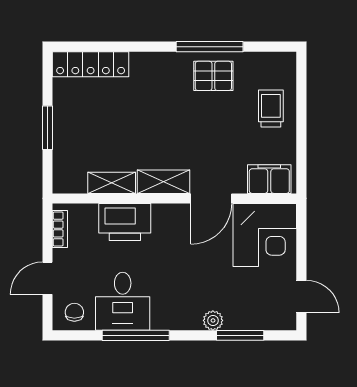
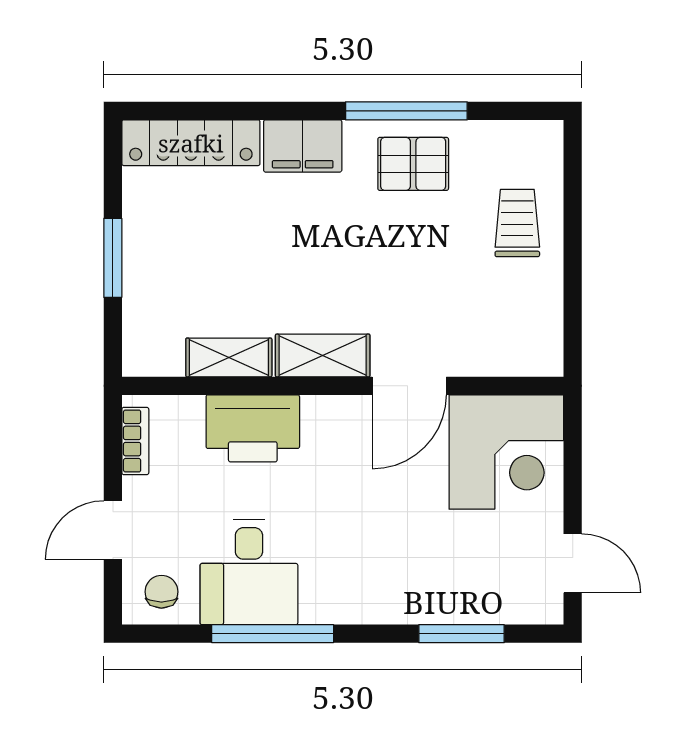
filing cabinet: (269, 179) -> (303, 146), moved, turned 180
plant: (213, 320) -> (412, 607), removed

